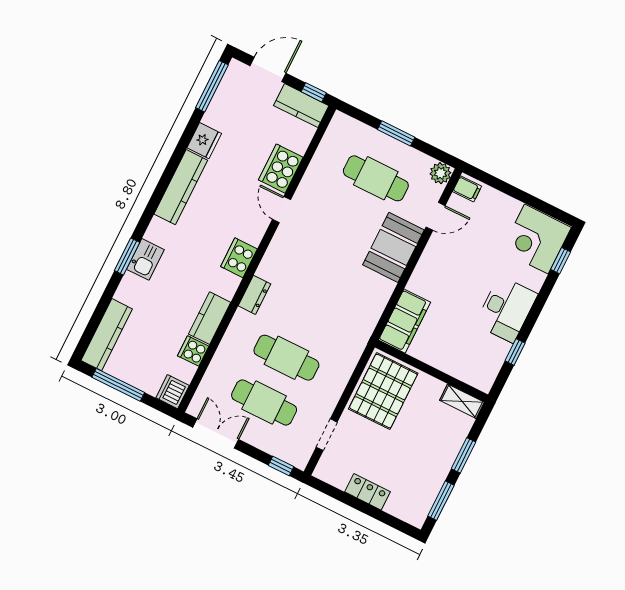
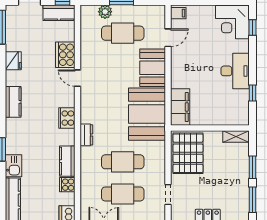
plant: (440, 173) -> (105, 12), moved
kitchen counter: (181, 187) -> (13, 102), width x0.67
kitchen sink: (145, 259) -> (13, 166), moved
booth: (353, 308) -> (147, 114), added

